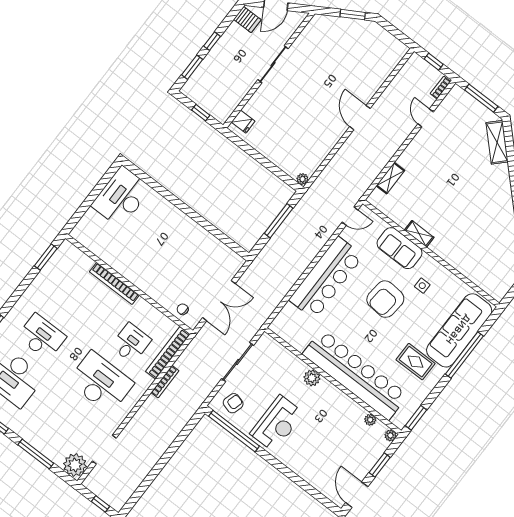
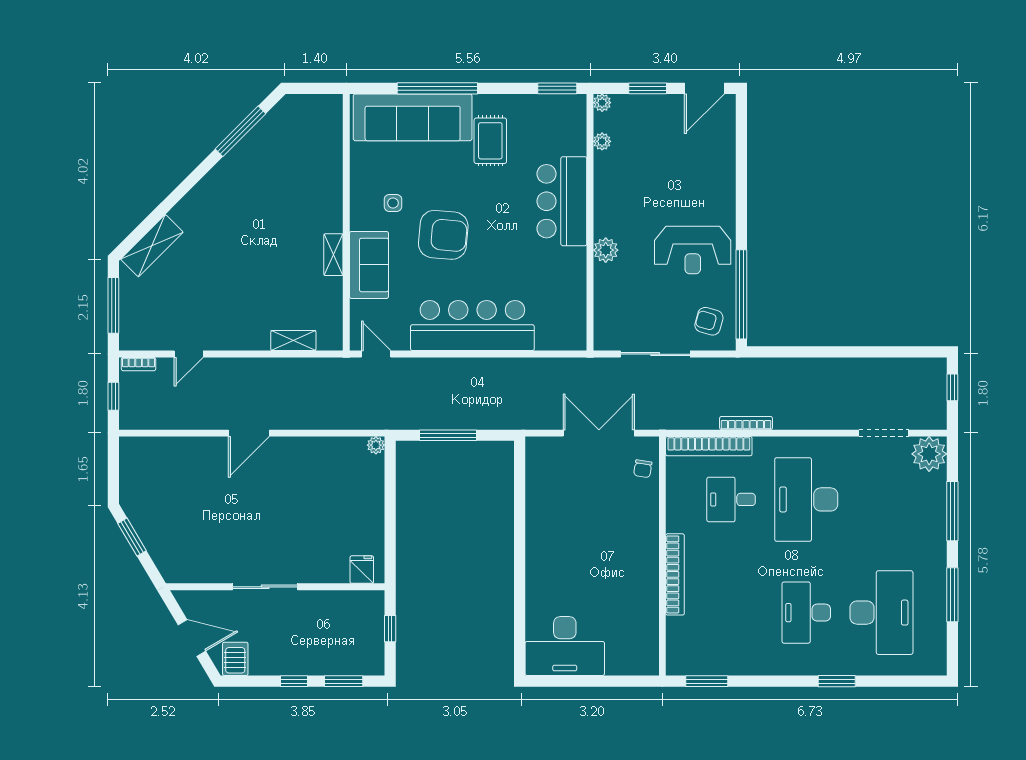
bar counter: (355, 375) -> (562, 201), width x0.54
reception desk: (277, 424) -> (693, 250), turned 180

